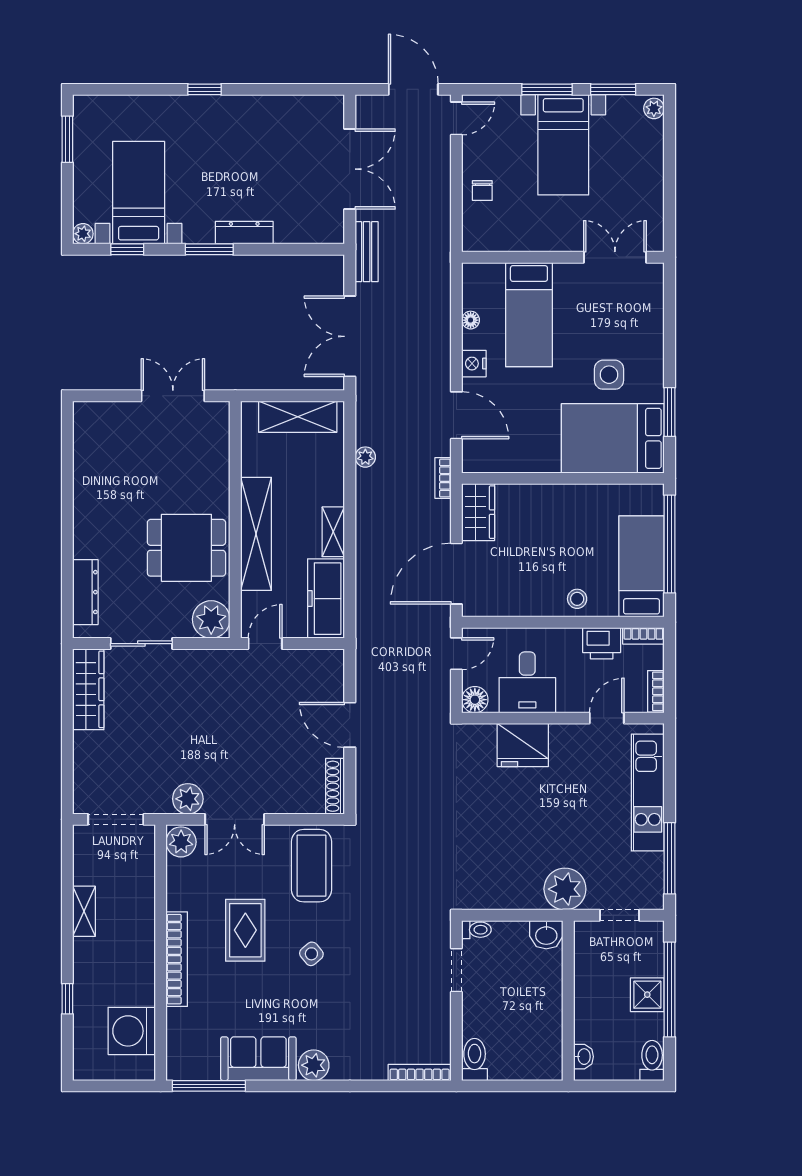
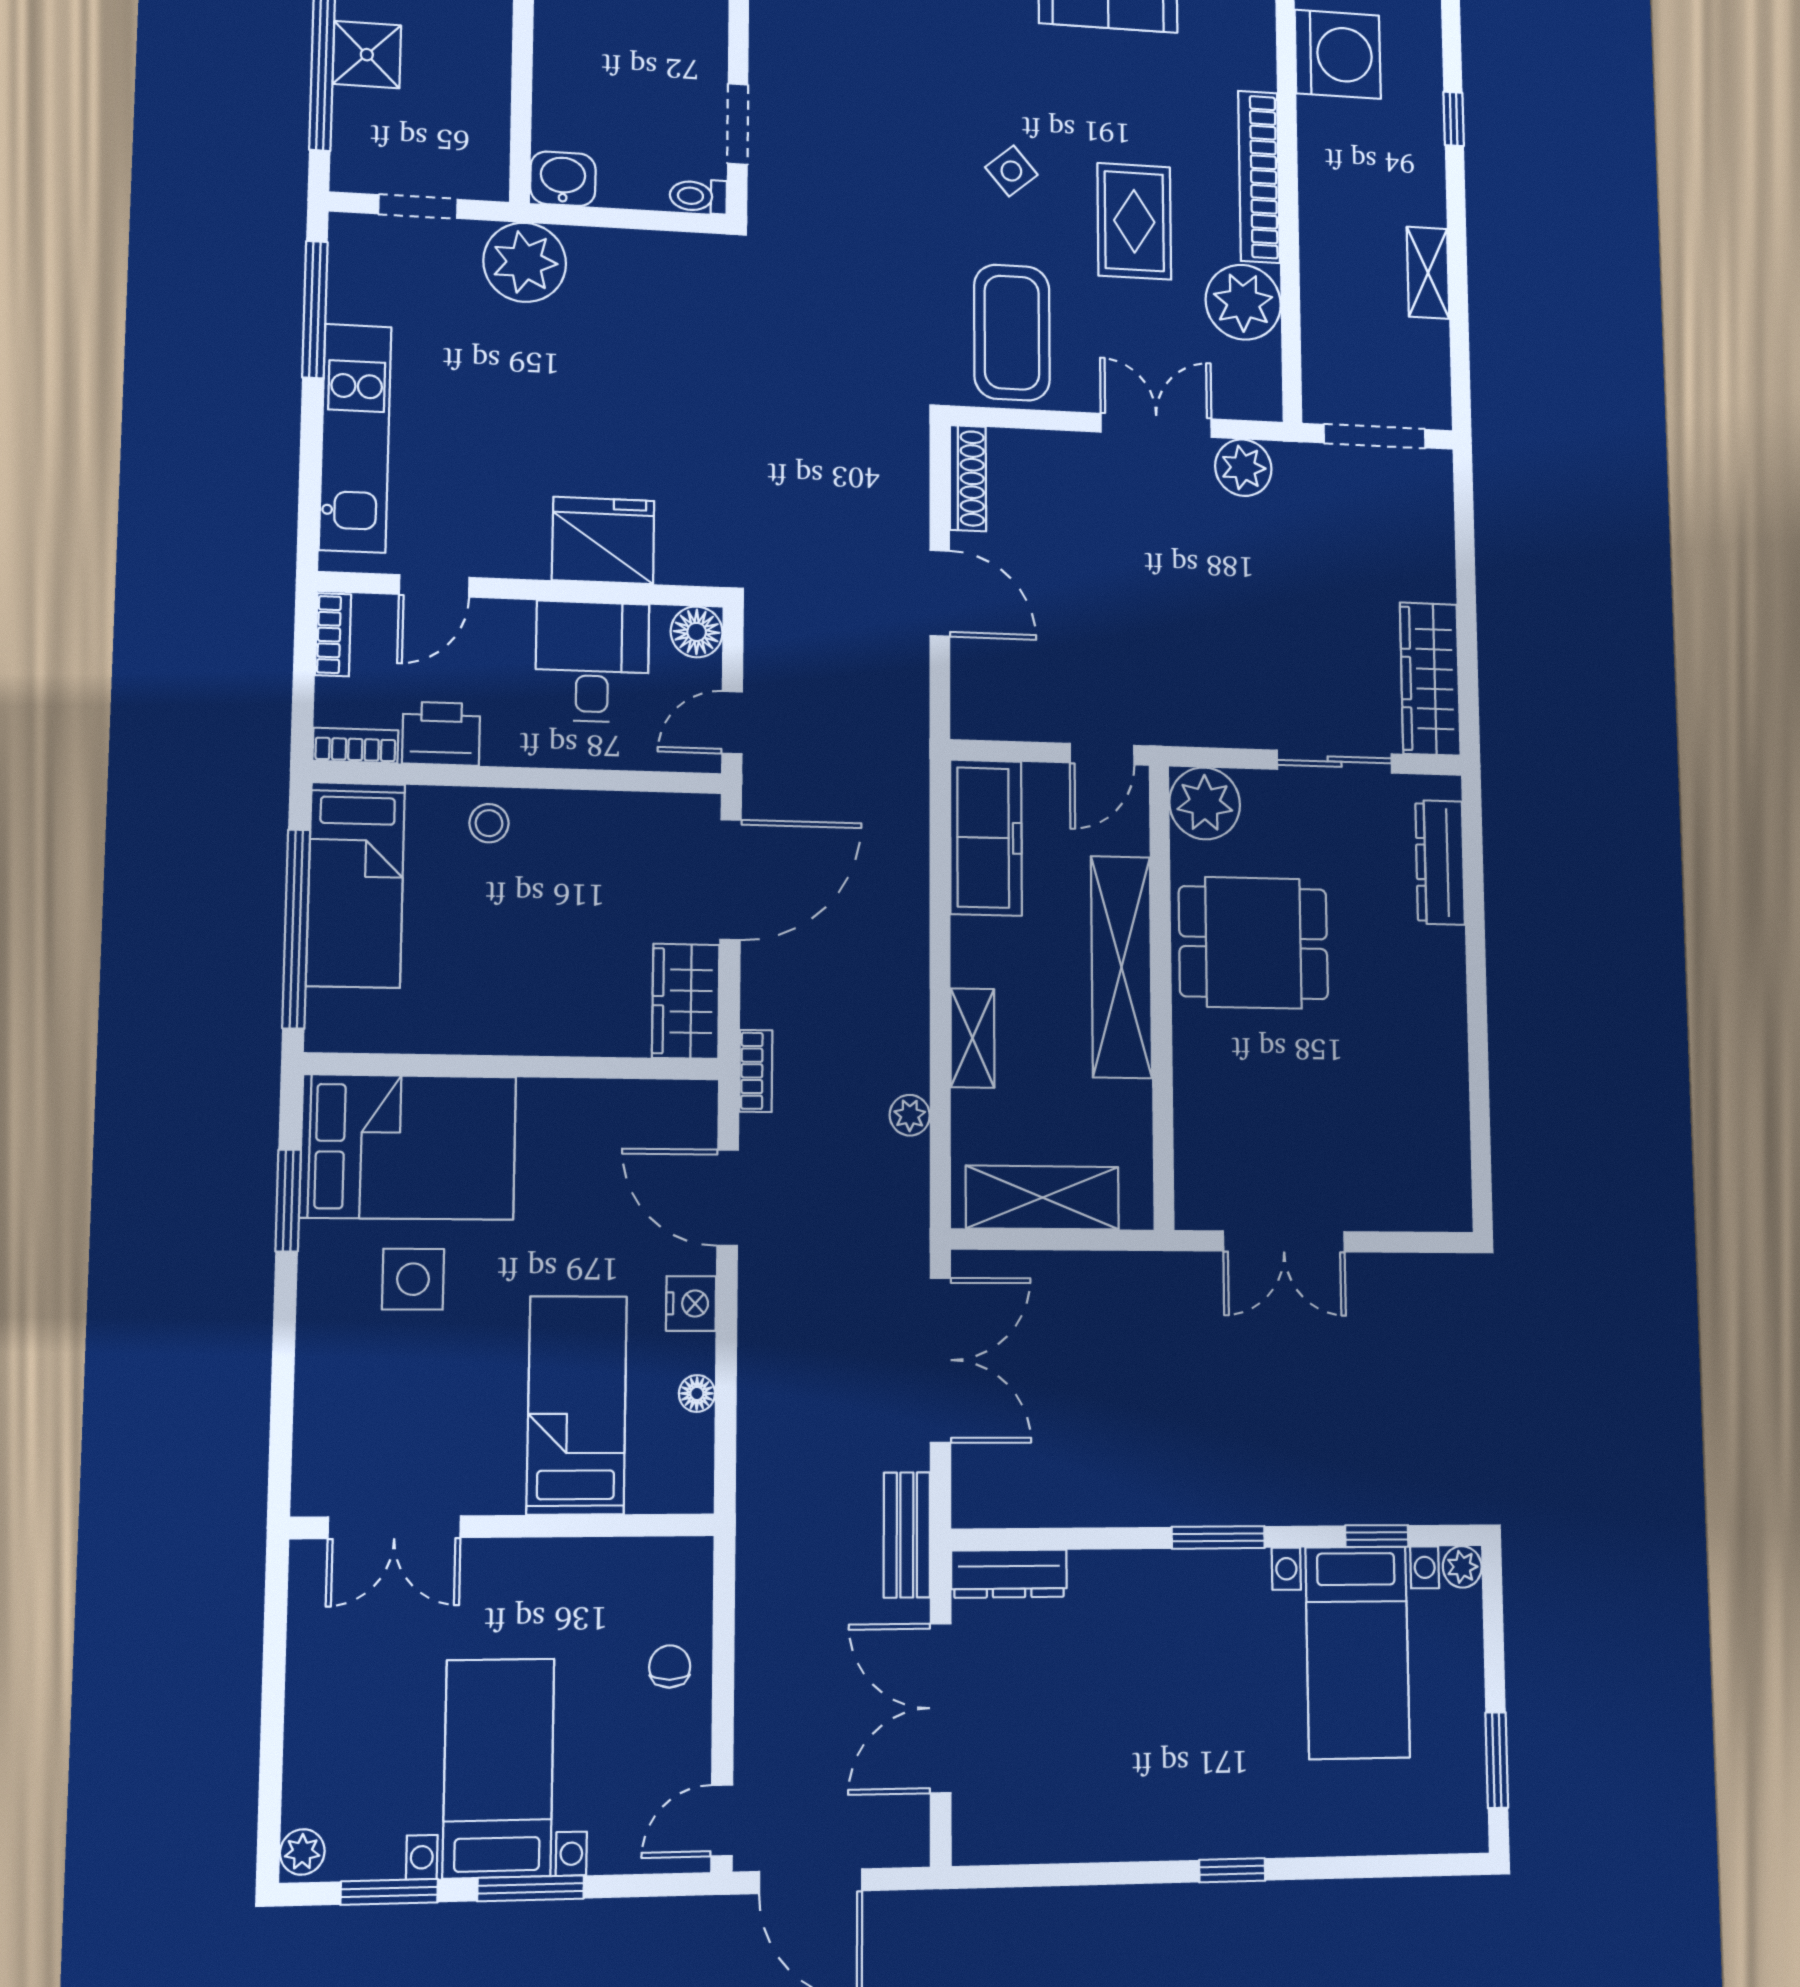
dresser: (244, 233) -> (1009, 1574), moved
shelving: (333, 532) -> (972, 1038), moved
plant: (181, 842) -> (1243, 302), moved, width x1.36, depth x1.36

